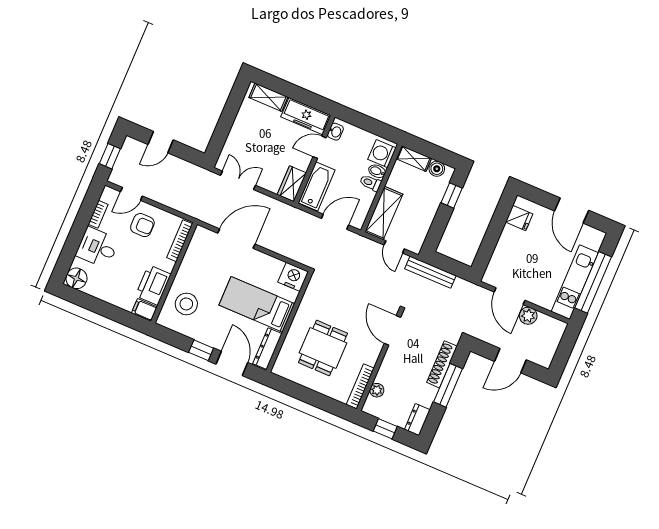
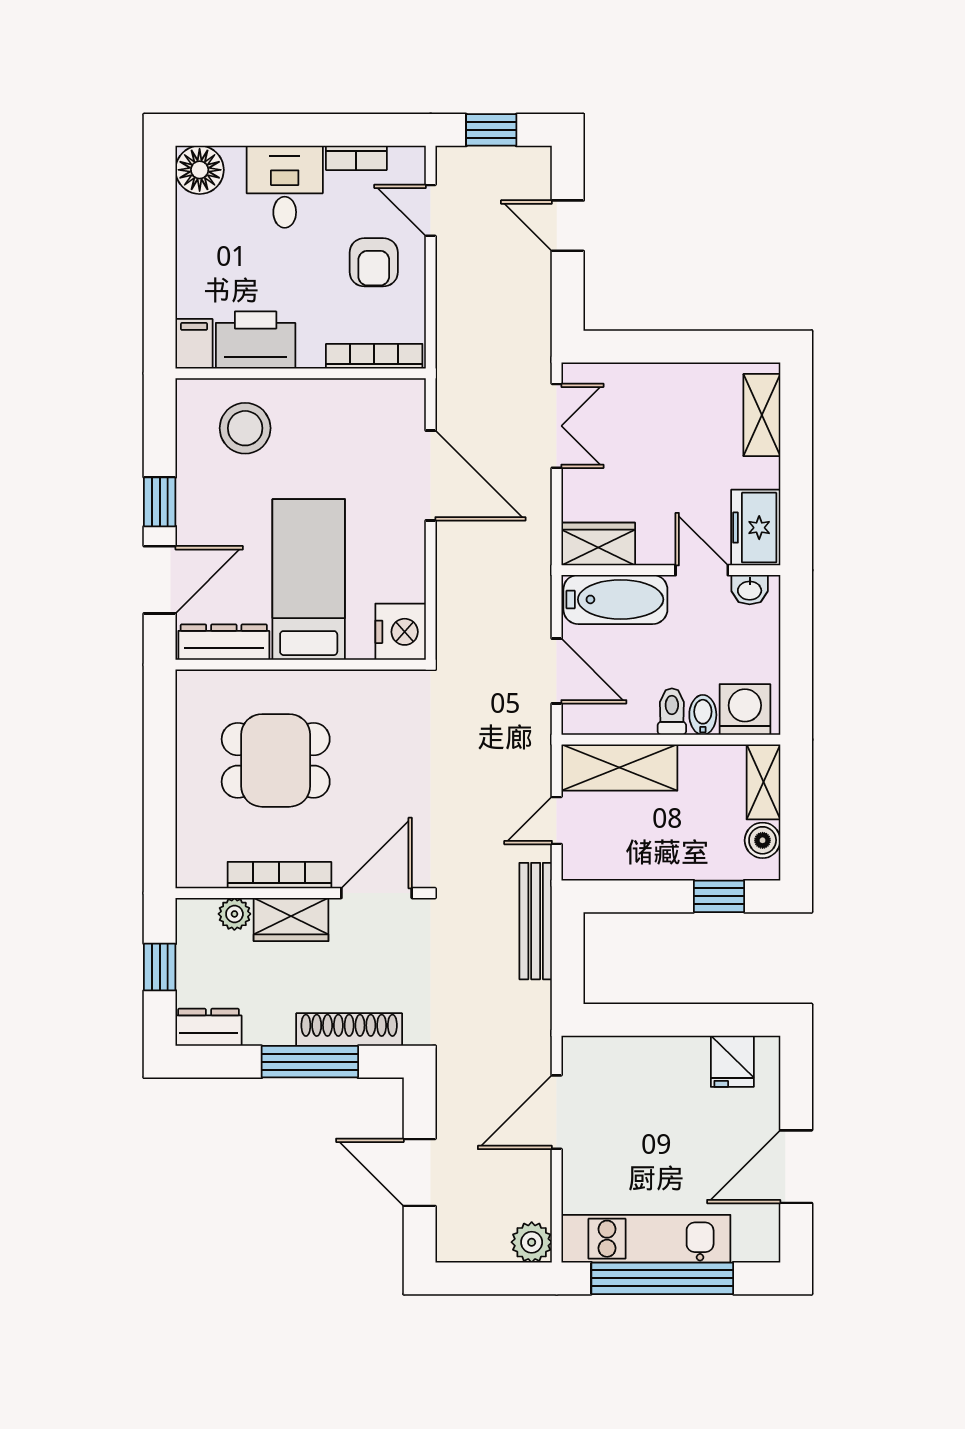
freezer: (306, 116) -> (756, 528), width x0.71
plant: (528, 316) -> (532, 1242), moved
wardrobe: (389, 369) -> (291, 920), added
bookcase: (360, 386) -> (279, 875), moved

